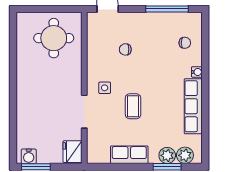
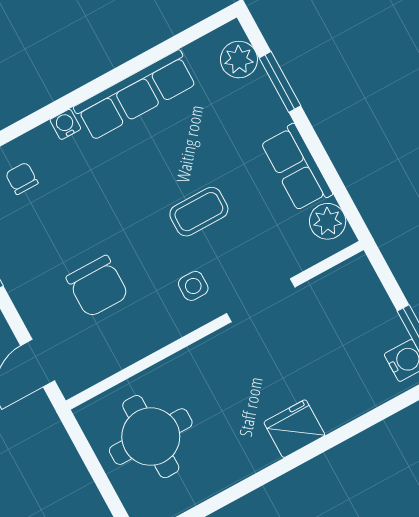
chair: (125, 49) -> (97, 286), width x1.87, depth x1.87
fridge: (72, 152) -> (294, 429), moved, turned 180
plant: (167, 155) -> (328, 221), moved

